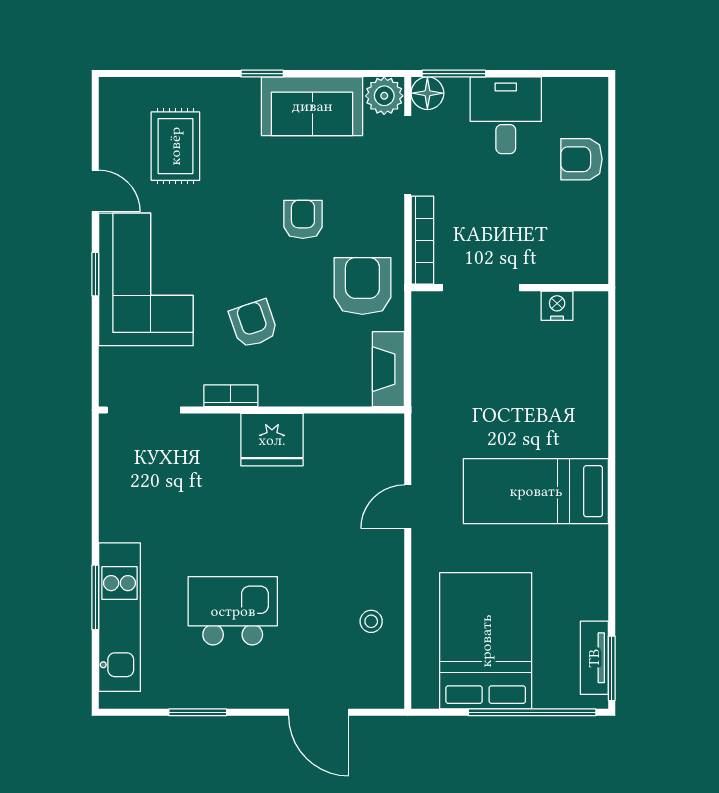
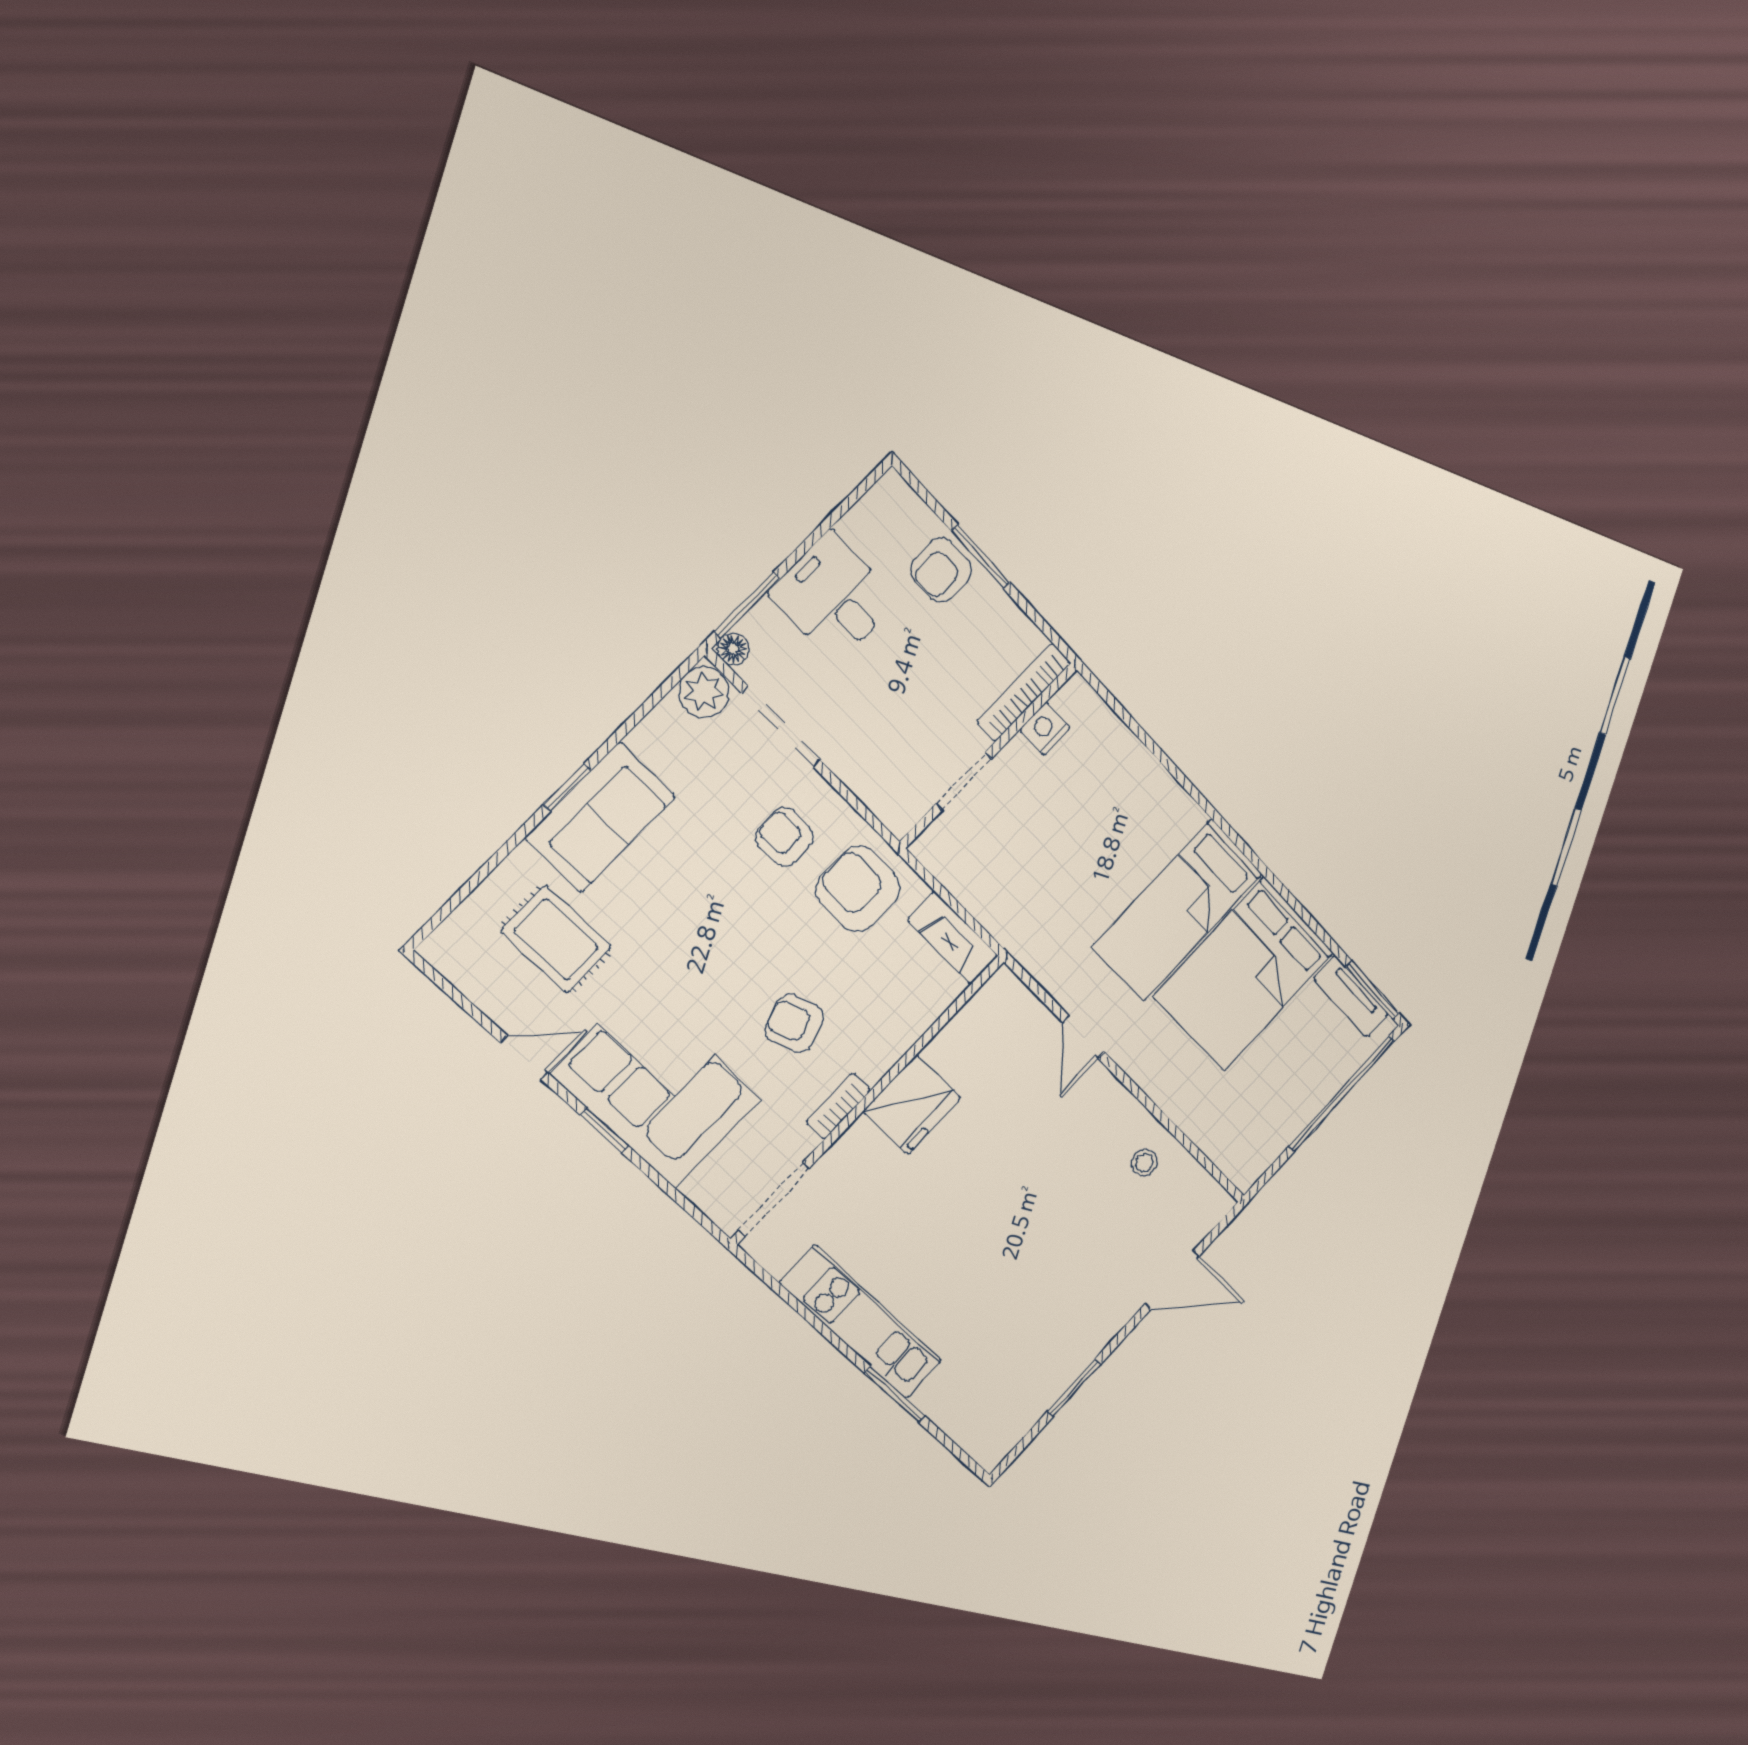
floor lamp: (427, 93) -> (733, 649), width x0.73, depth x0.73
sofa: (312, 106) -> (600, 817), moved
window: (612, 174) -> (981, 557), added
armchair: (303, 219) -> (784, 837), moved
bookcase: (422, 240) -> (1024, 692), moved, turned -90
doorway: (481, 288) -> (964, 781), width x0.73
kitchen island: (233, 611) -> (1021, 1279), removed
kitchen unit: (119, 617) -> (861, 1322), moved
bed: (486, 641) -> (1244, 974), moved, turned -90

